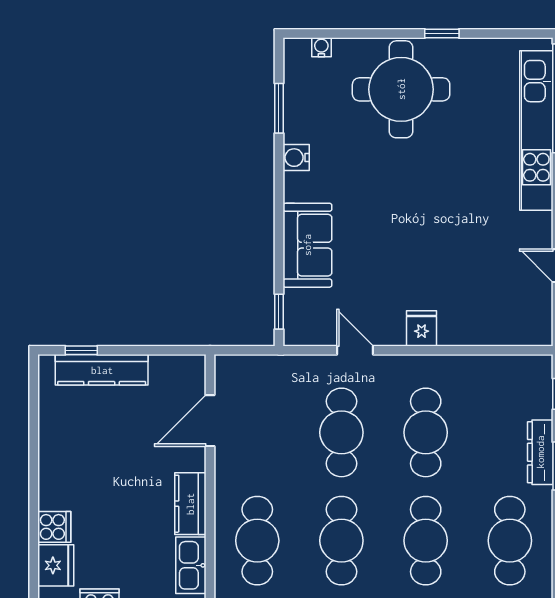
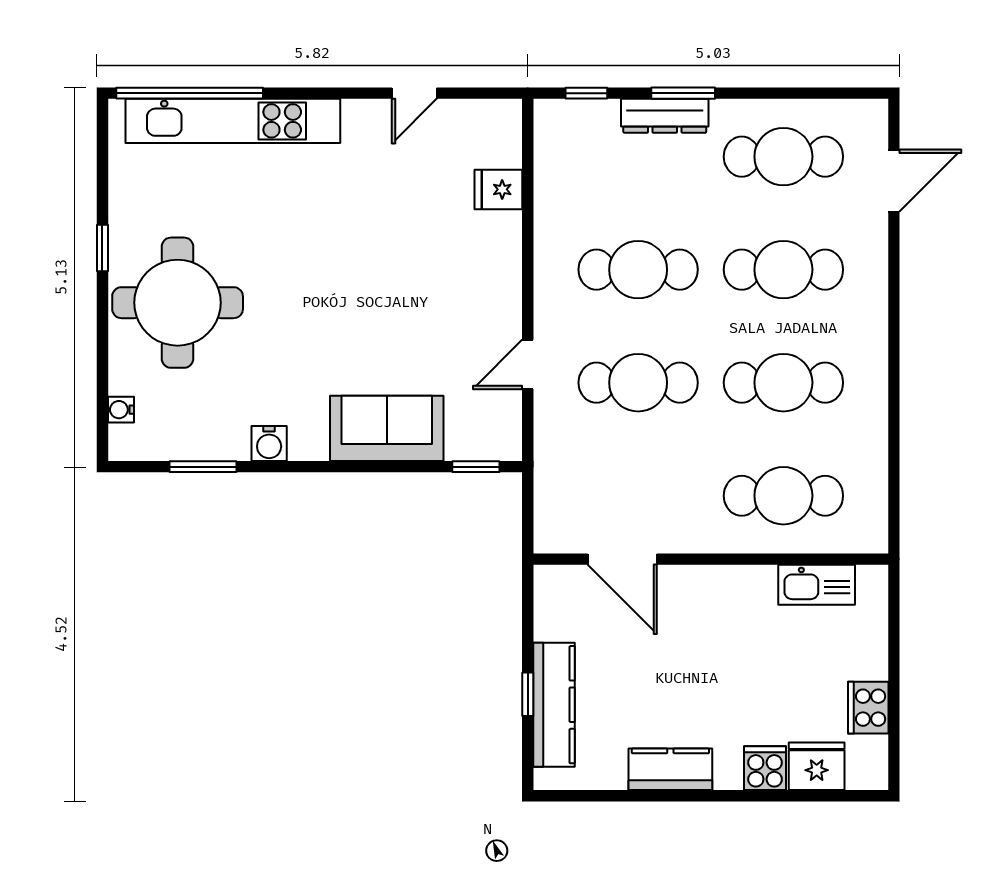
fridge: (422, 328) -> (498, 189), moved
window: (81, 350) -> (528, 694), moved
kitchen counter: (190, 504) -> (670, 769), moved, turned 180

